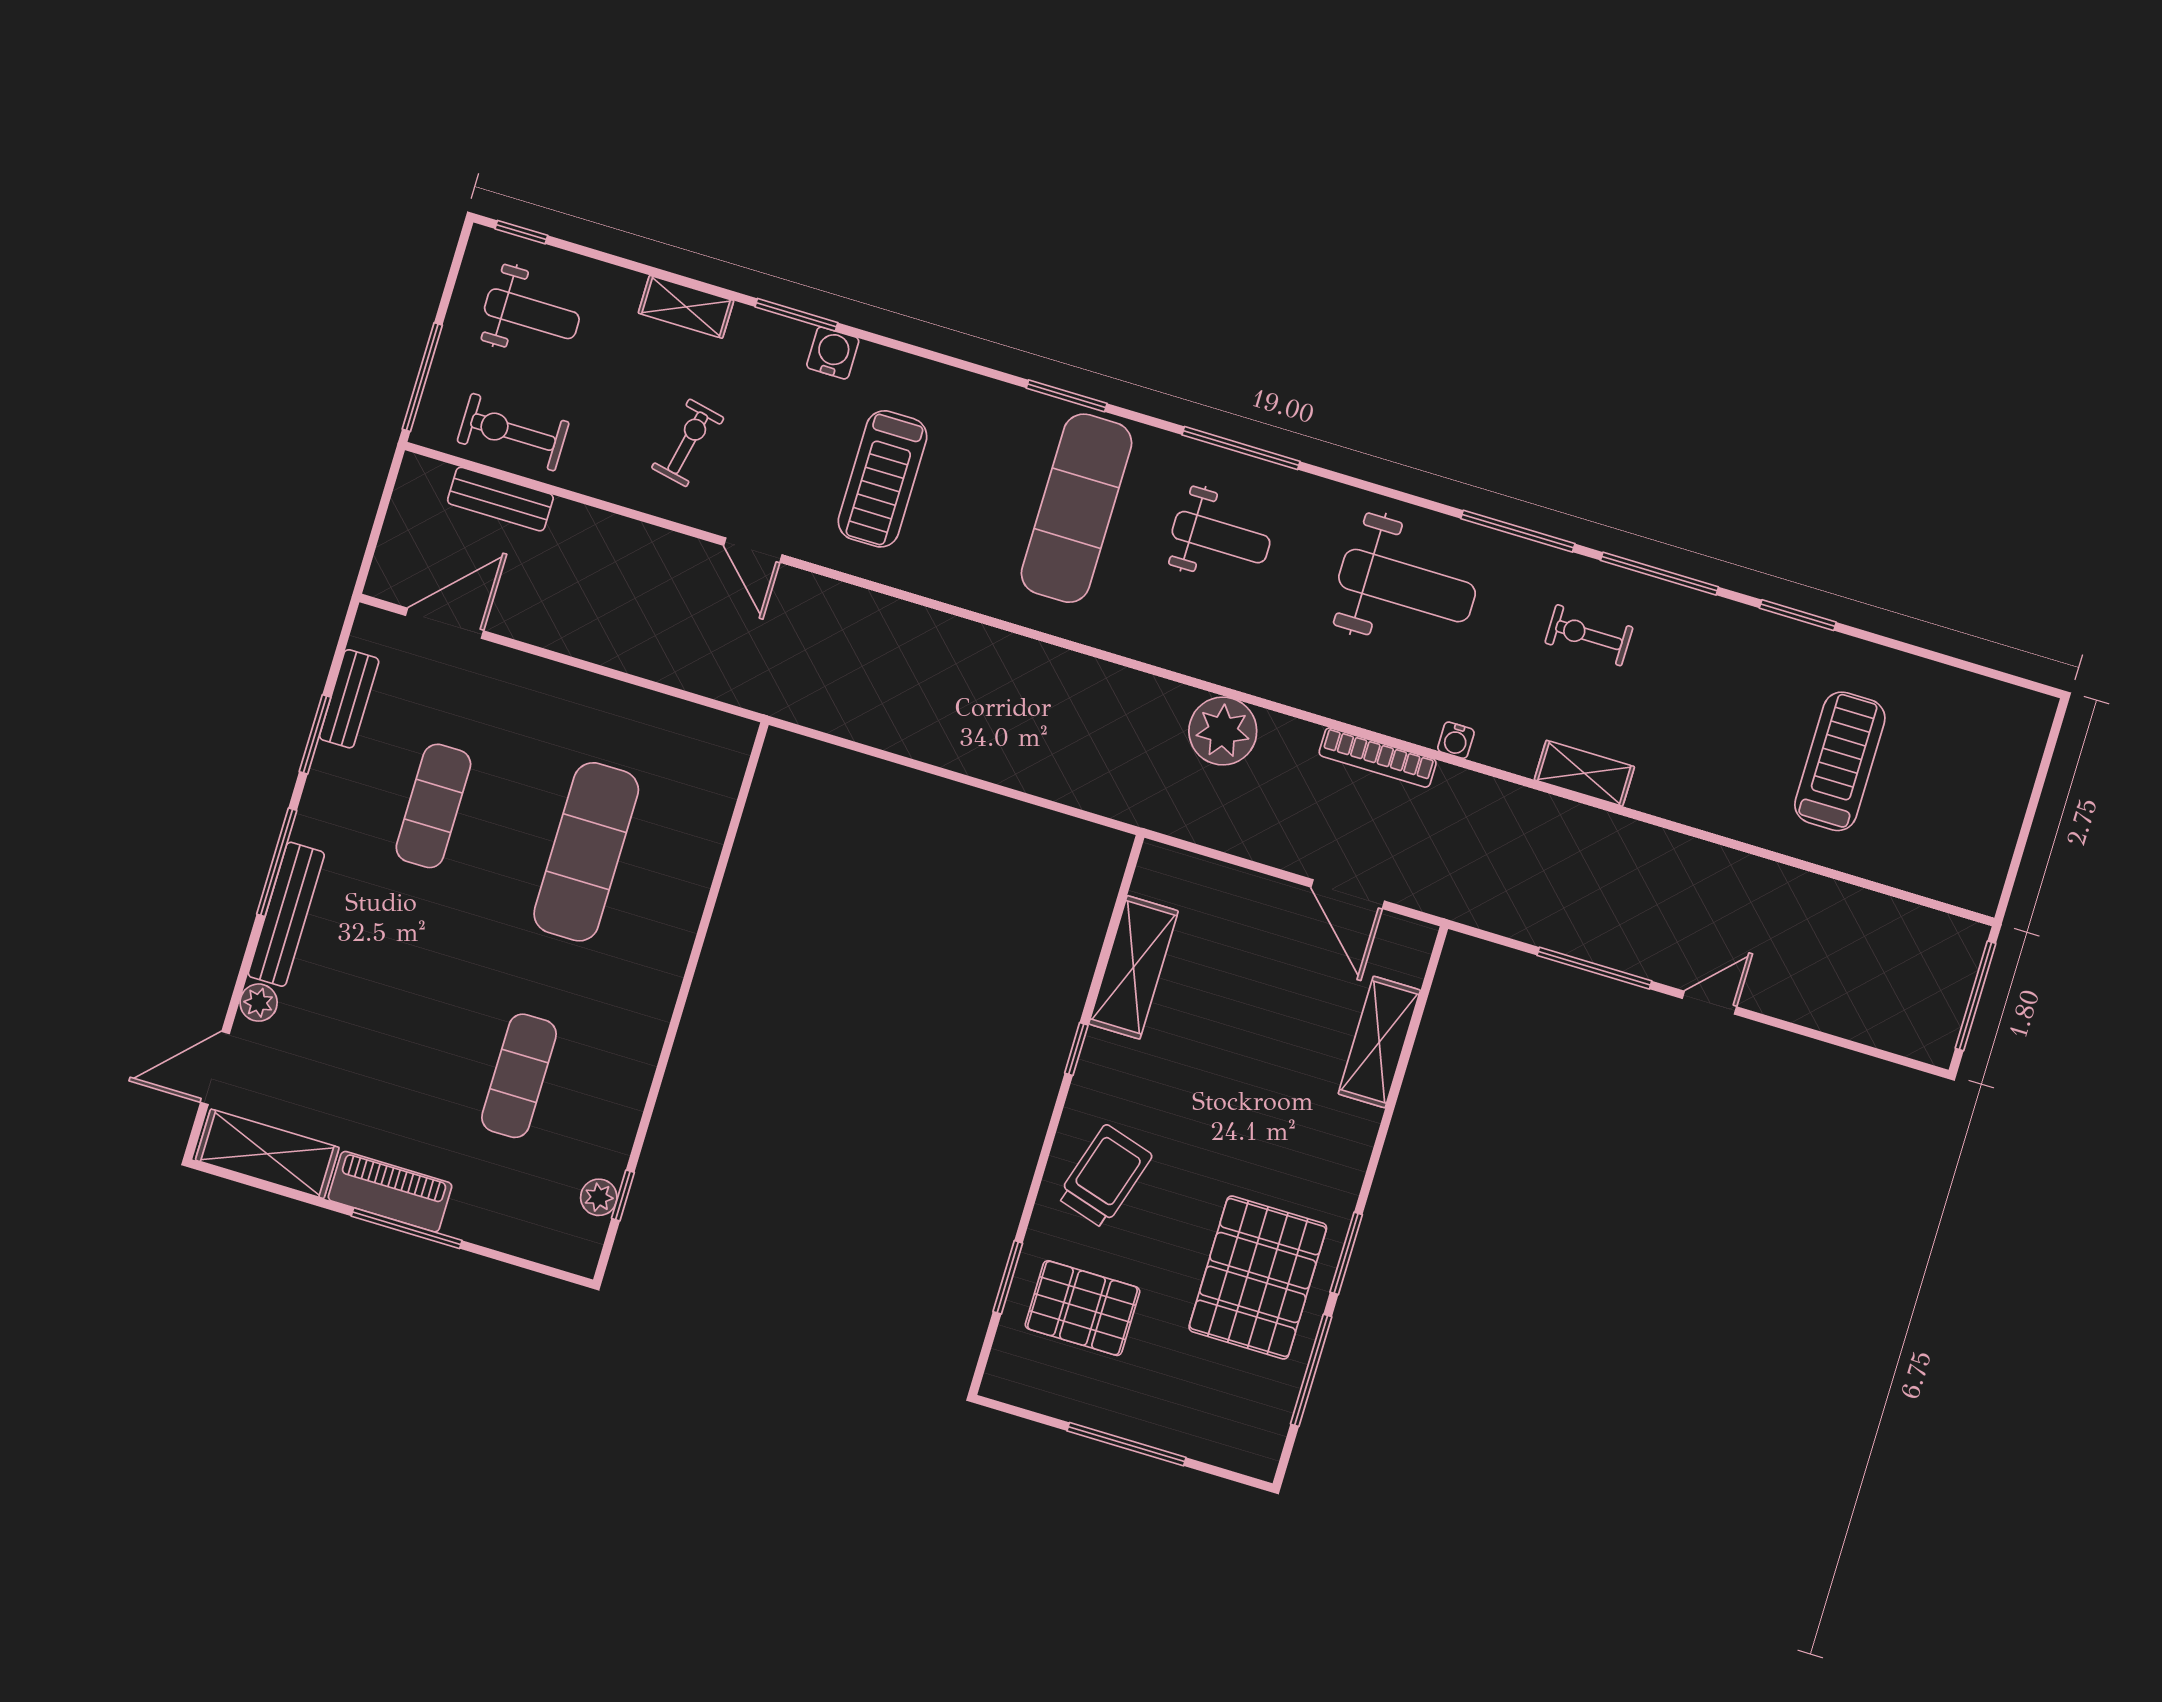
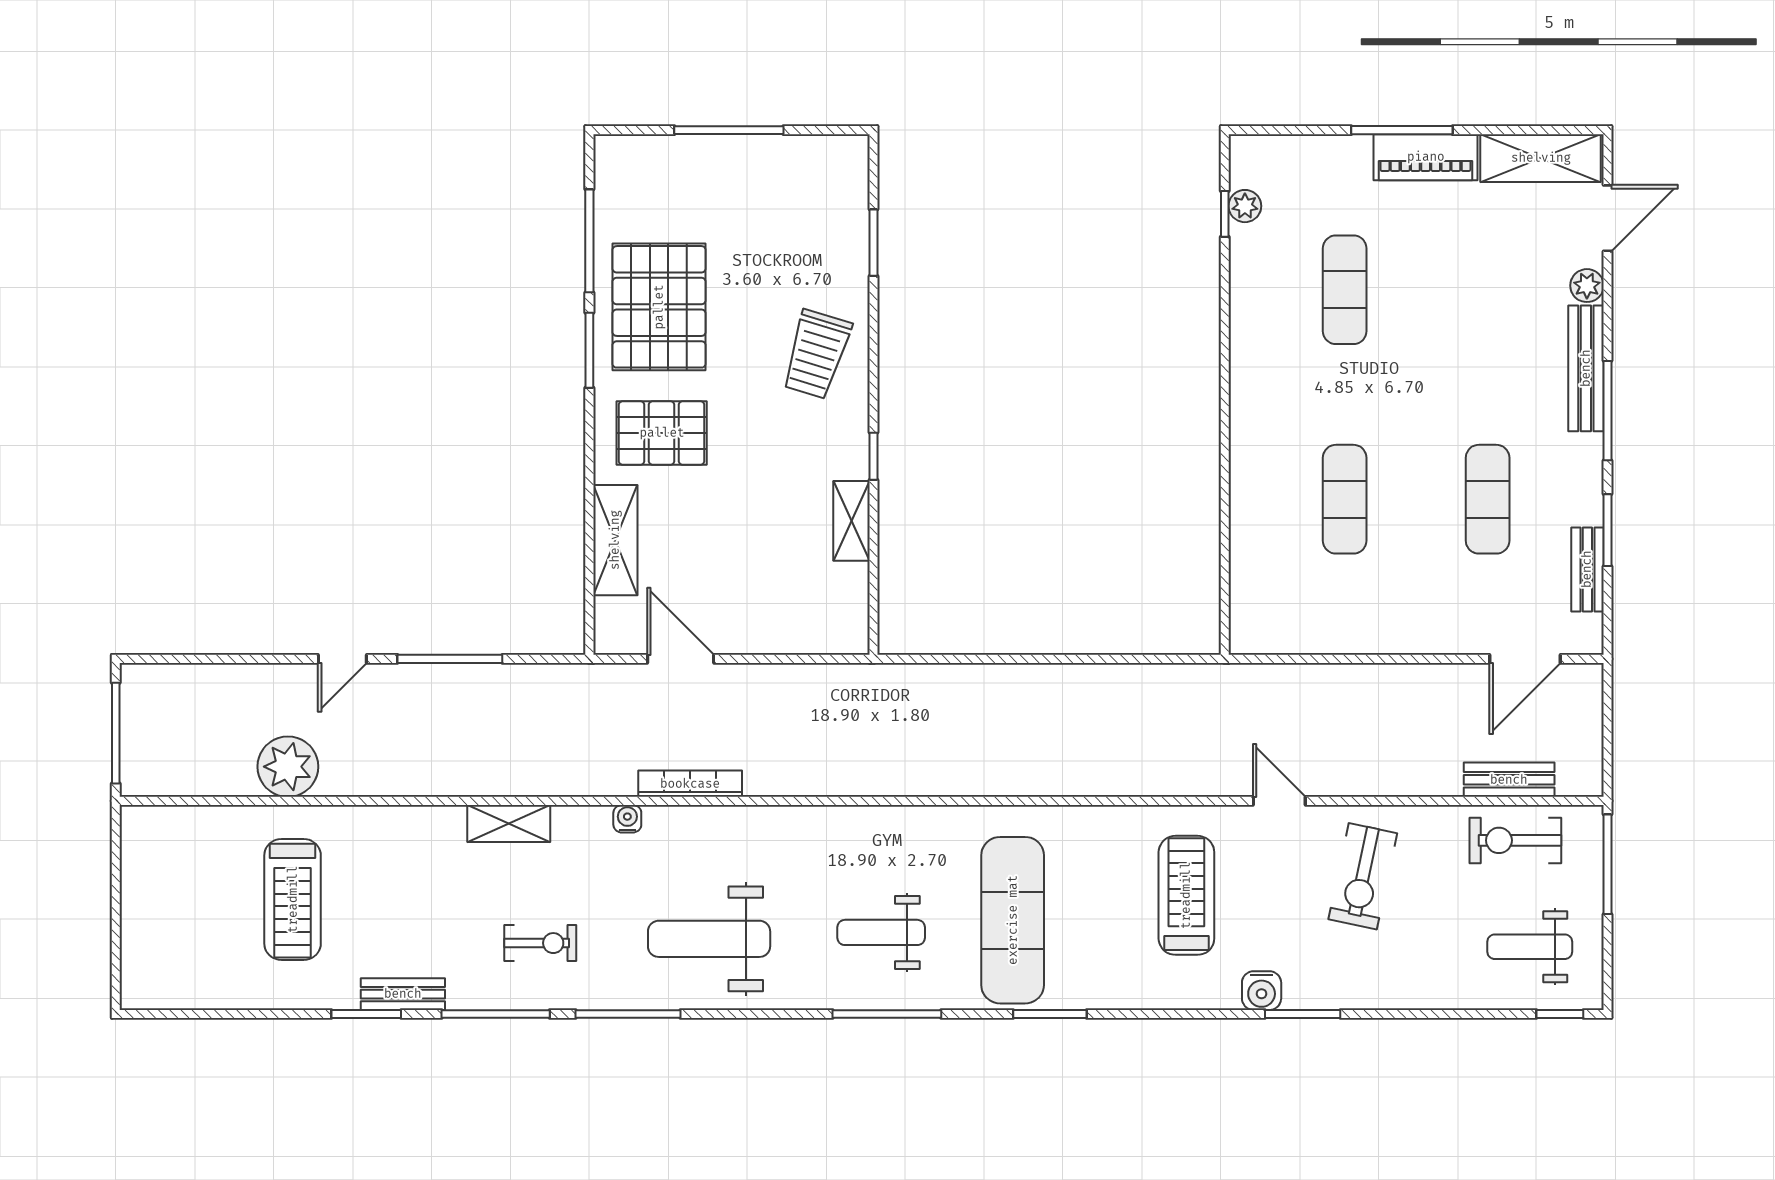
shelving: (686, 307) -> (1399, 992), removed
exercise bike: (513, 432) -> (1515, 840), turned 180
exercise bike: (688, 443) -> (1363, 876), width x1.38, depth x1.39
bench: (1752, 625) -> (403, 994), added
plant: (1223, 731) -> (288, 767), moved
exercise mat: (586, 852) -> (1345, 499), width x0.73, depth x0.69
shelving: (1133, 967) -> (852, 521), width x0.67, depth x0.75
pallet: (1082, 1308) -> (662, 433), moved

